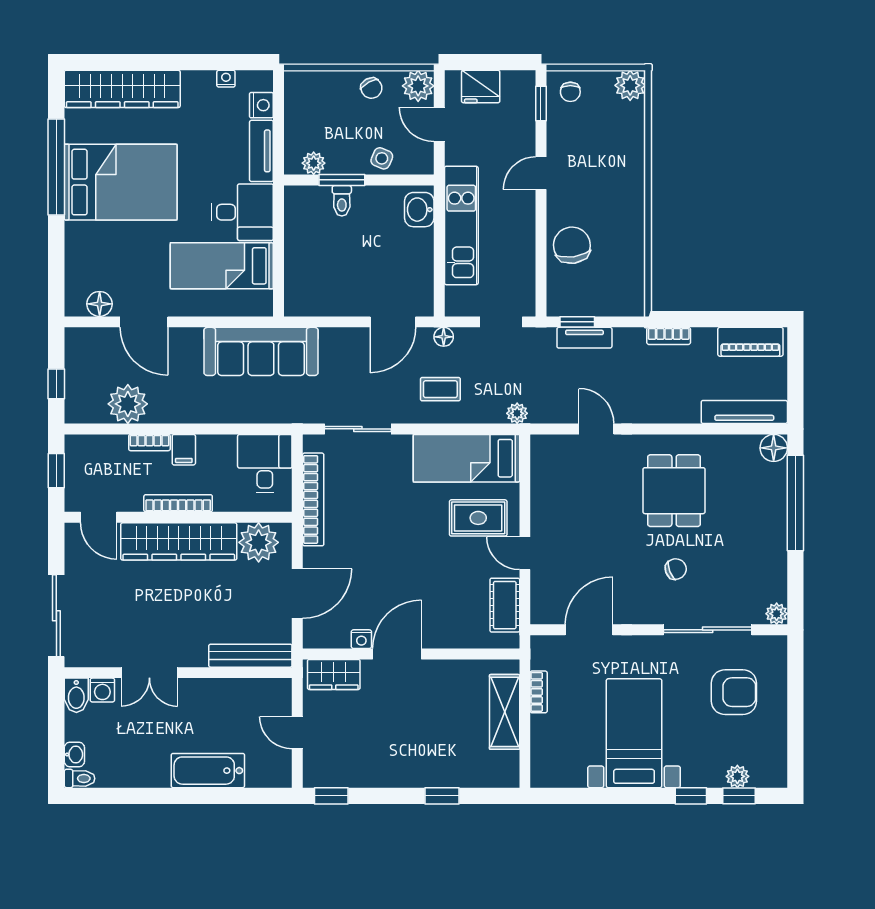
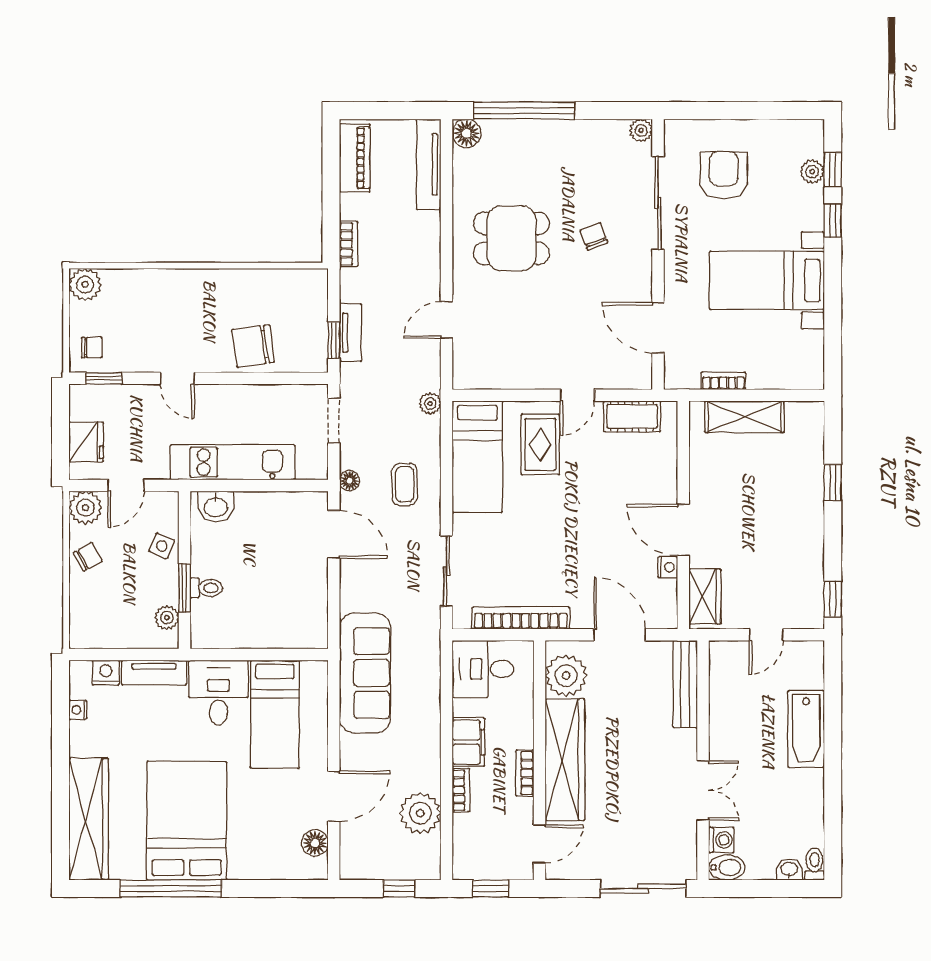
filing cabinet: (184, 450) -> (468, 742), width x2.00
bookcase: (178, 503) -> (525, 773), width x0.64

